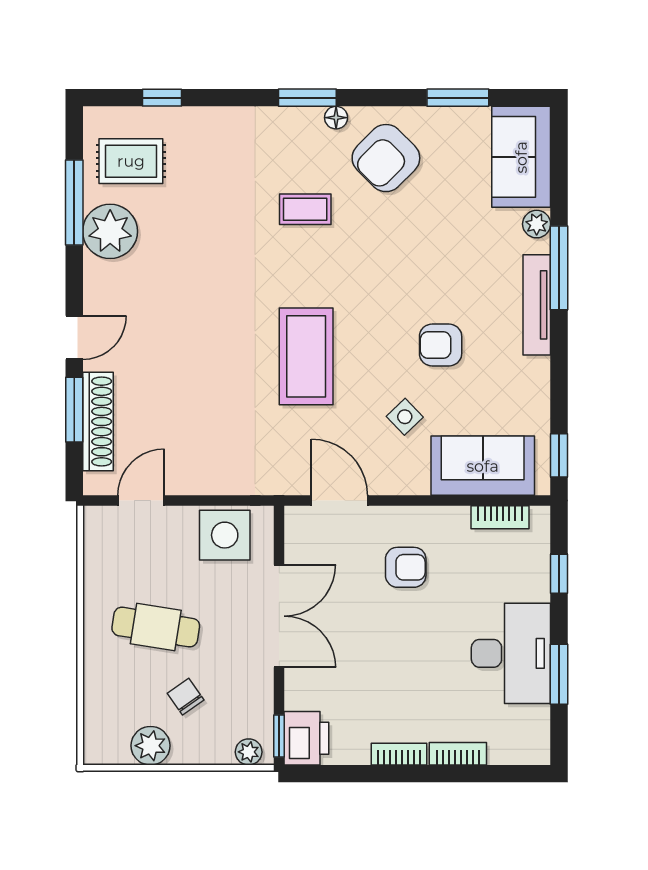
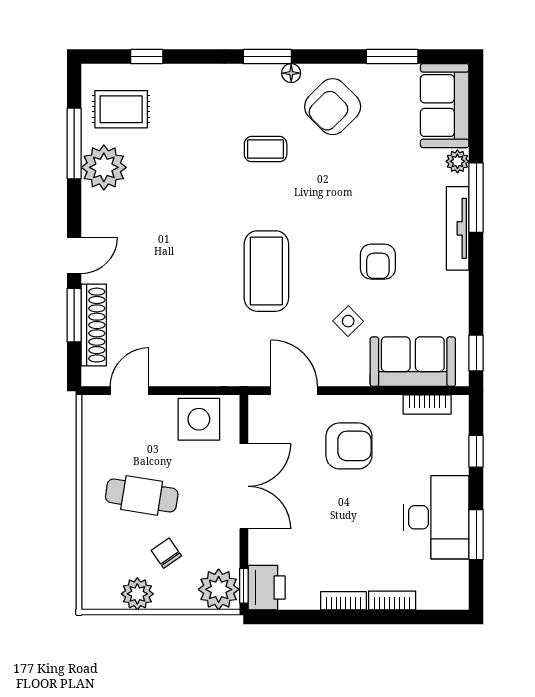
armchair: (441, 345) -> (378, 262), turned -90
armchair: (406, 567) -> (349, 446), width x1.38, depth x1.38
plant: (249, 752) -> (219, 589), width x1.87, depth x1.87

